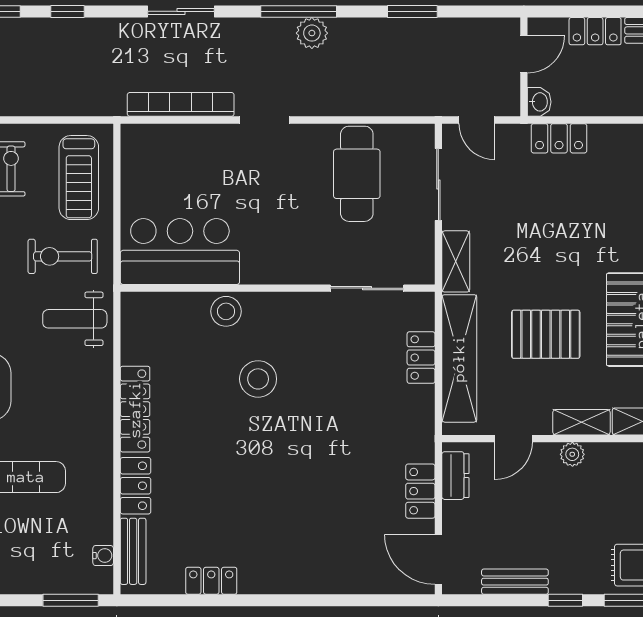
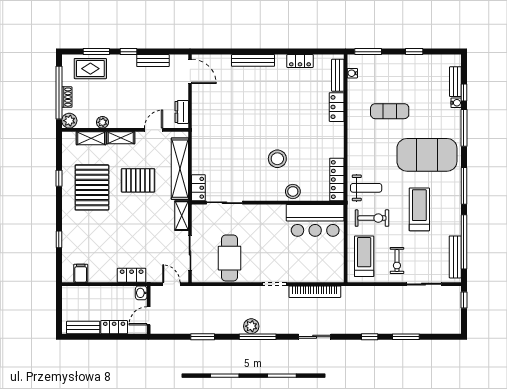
locker: (421, 358) -> (198, 188), moved
locker: (135, 409) -> (337, 180), moved
plant: (572, 454) -> (102, 122), moved
locker: (420, 491) -> (199, 104), removed
bench: (308, 582) -> (253, 60), added

